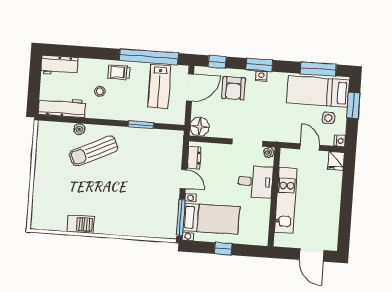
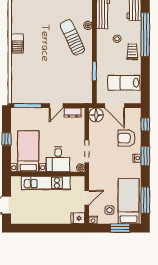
window: (149, 57) -> (145, 34), moved
door: (190, 87) -> (114, 106), moved
bed with nightstands: (211, 219) -> (28, 151), moved, turned 180
barbecue: (81, 224) -> (17, 43), moved

